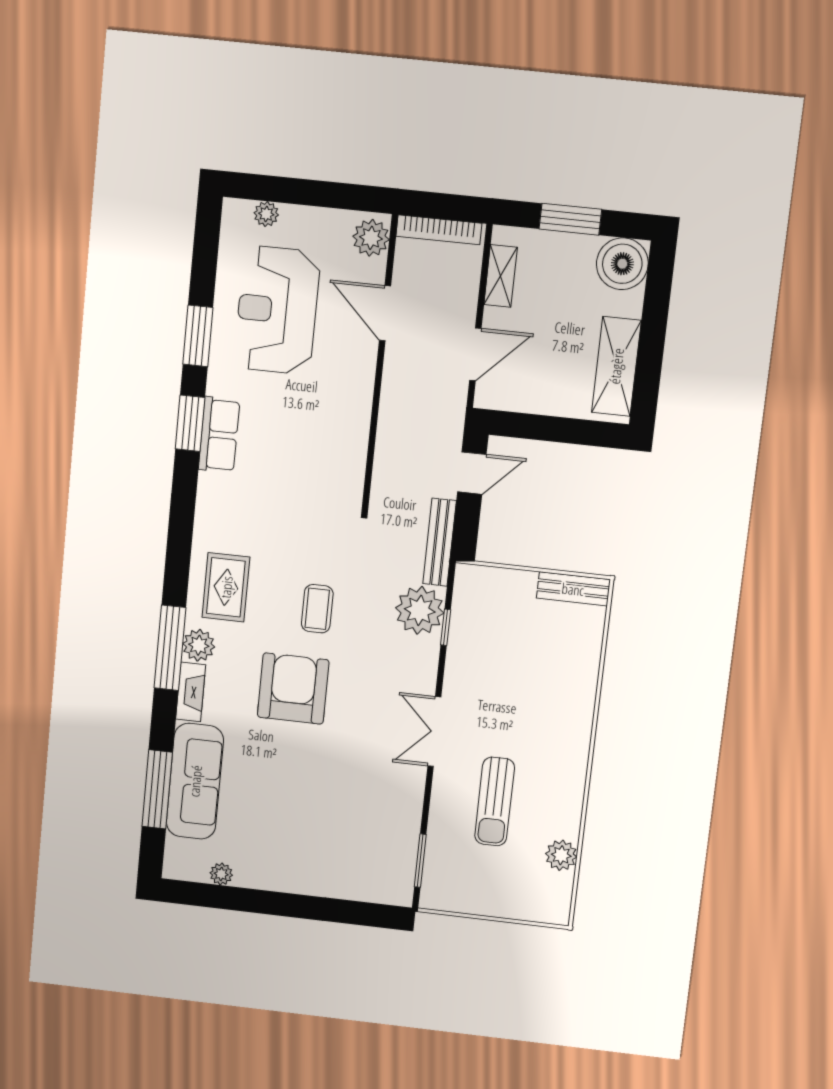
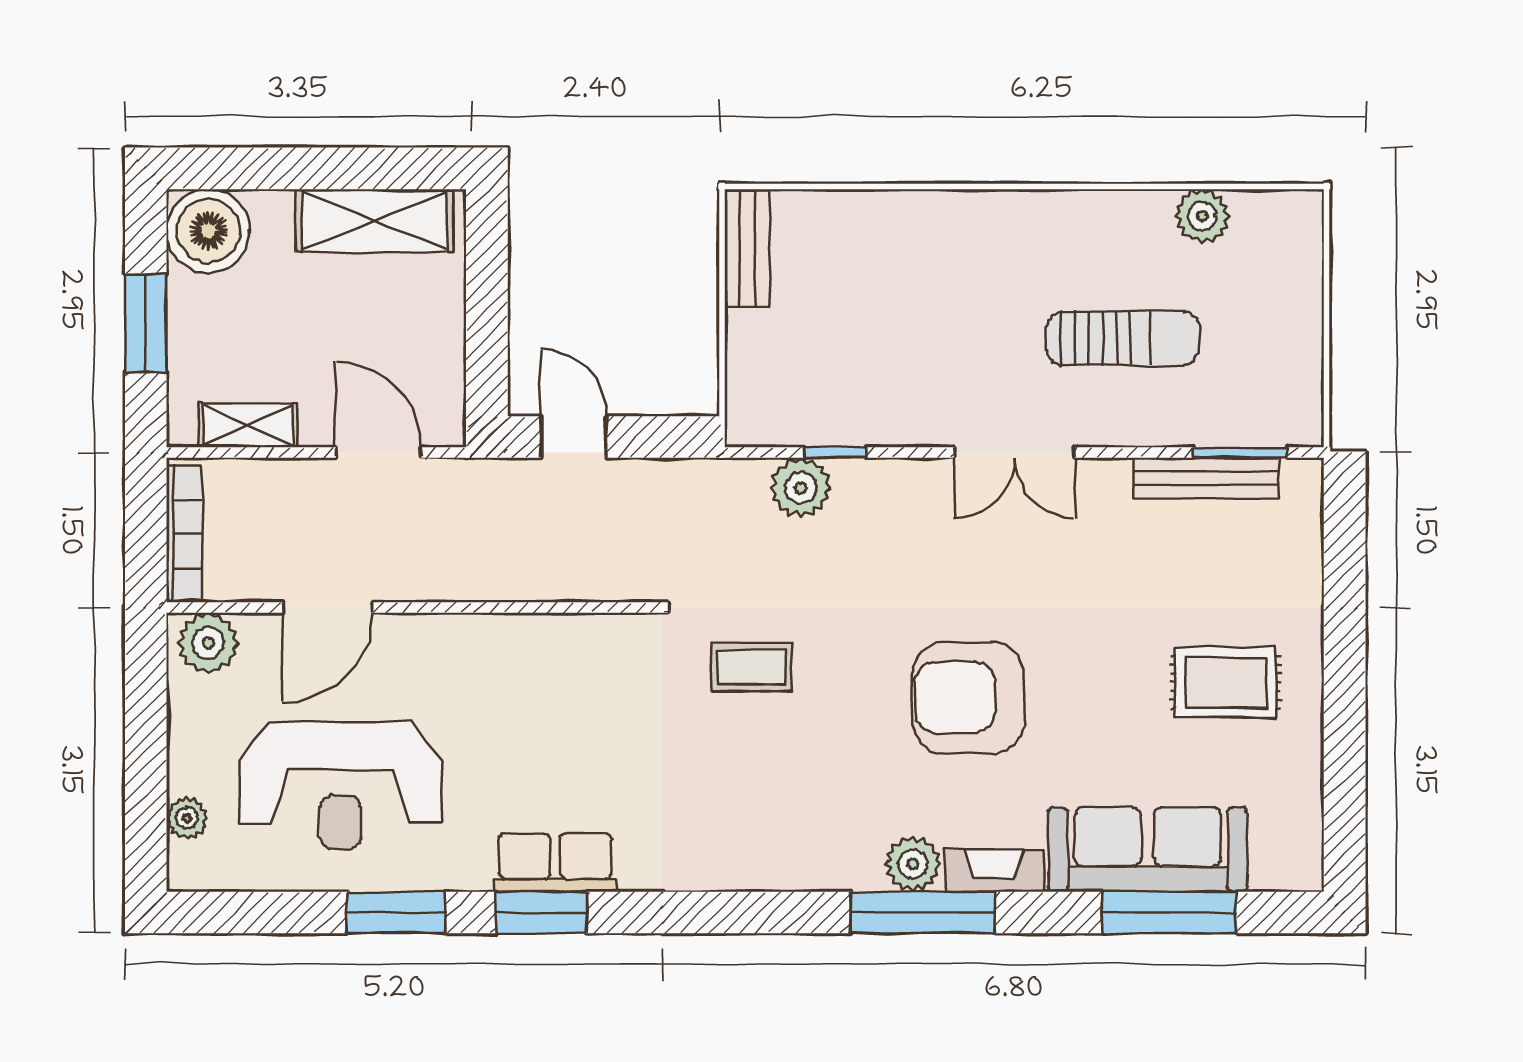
bench: (440, 542) -> (1206, 478), moved
rug: (226, 587) -> (1226, 682), moved
coffee table: (317, 609) -> (751, 667), moved
plant: (420, 610) -> (801, 488), width x0.73, depth x0.73
plant: (221, 874) -> (1304, 790), removed

